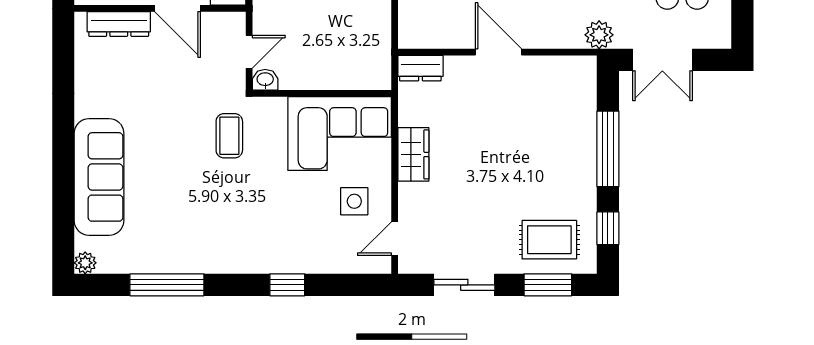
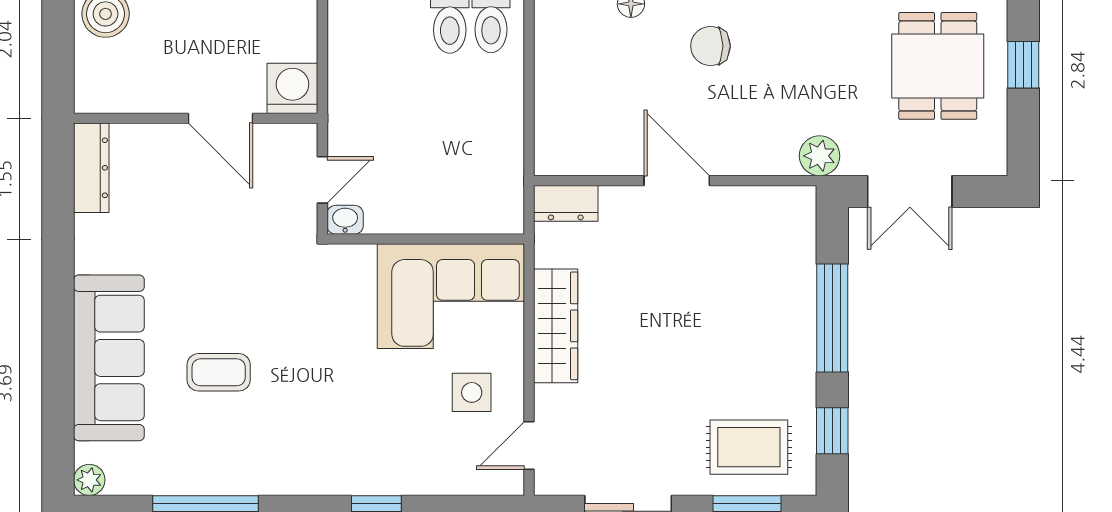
dresser: (119, 24) -> (91, 168), moved, turned -90
coffee table: (229, 136) -> (219, 372), moved, turned 90
wardrobe: (413, 154) -> (556, 326), width x1.50

